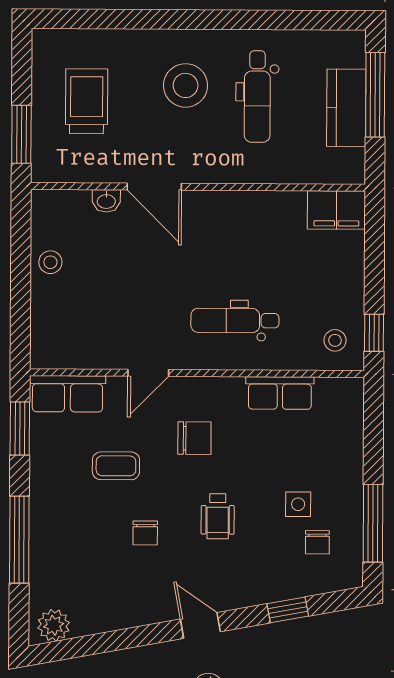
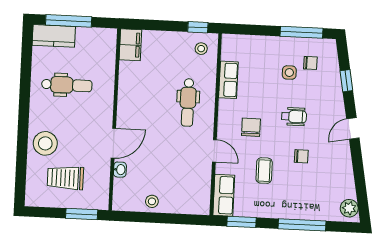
stool: (186, 85) -> (45, 143), moved
kitchen counter: (346, 108) -> (54, 36), moved

